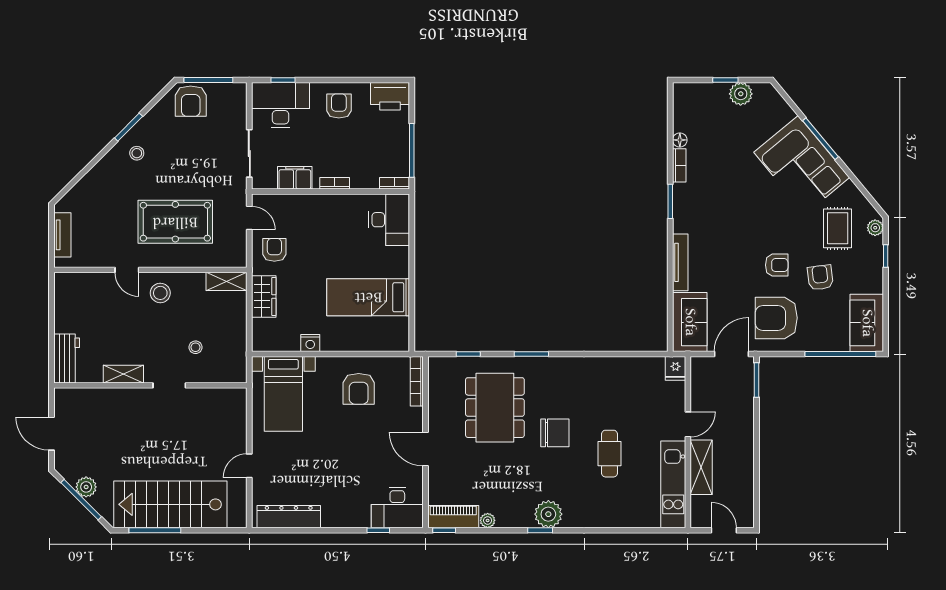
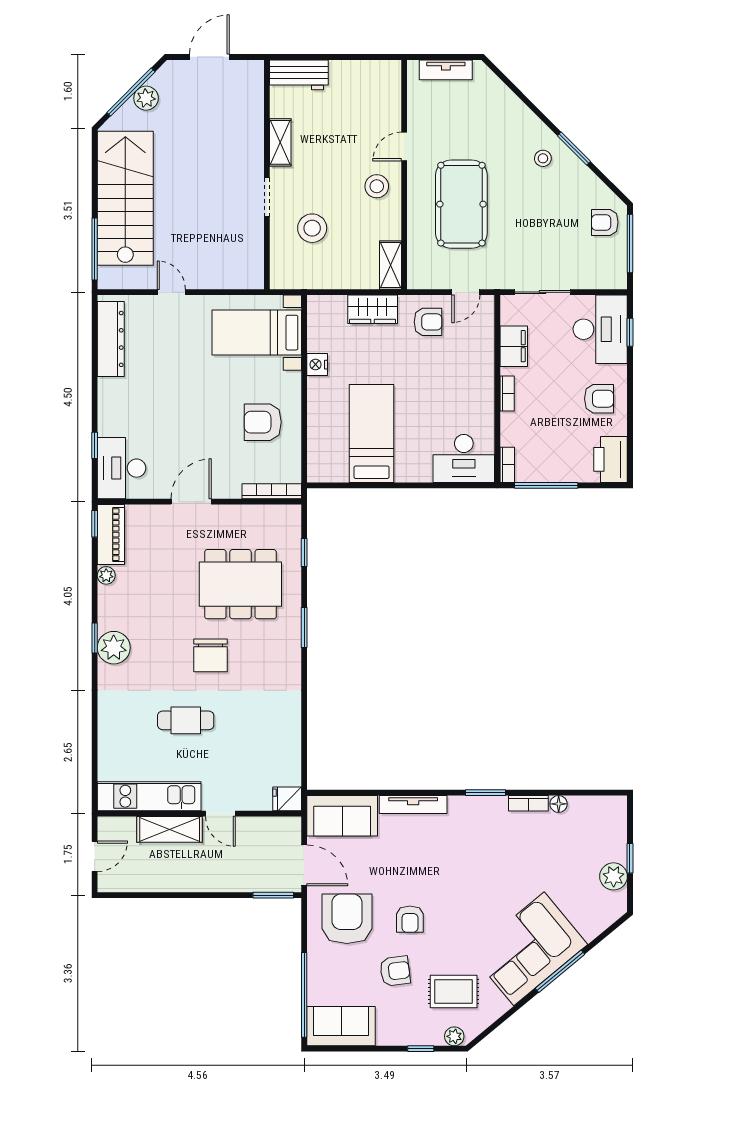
armchair: (191, 101) -> (605, 222), width x0.72, depth x0.72
stool: (196, 347) -> (312, 228), width x1.89, depth x1.89
window: (155, 530) -> (95, 249), moved

